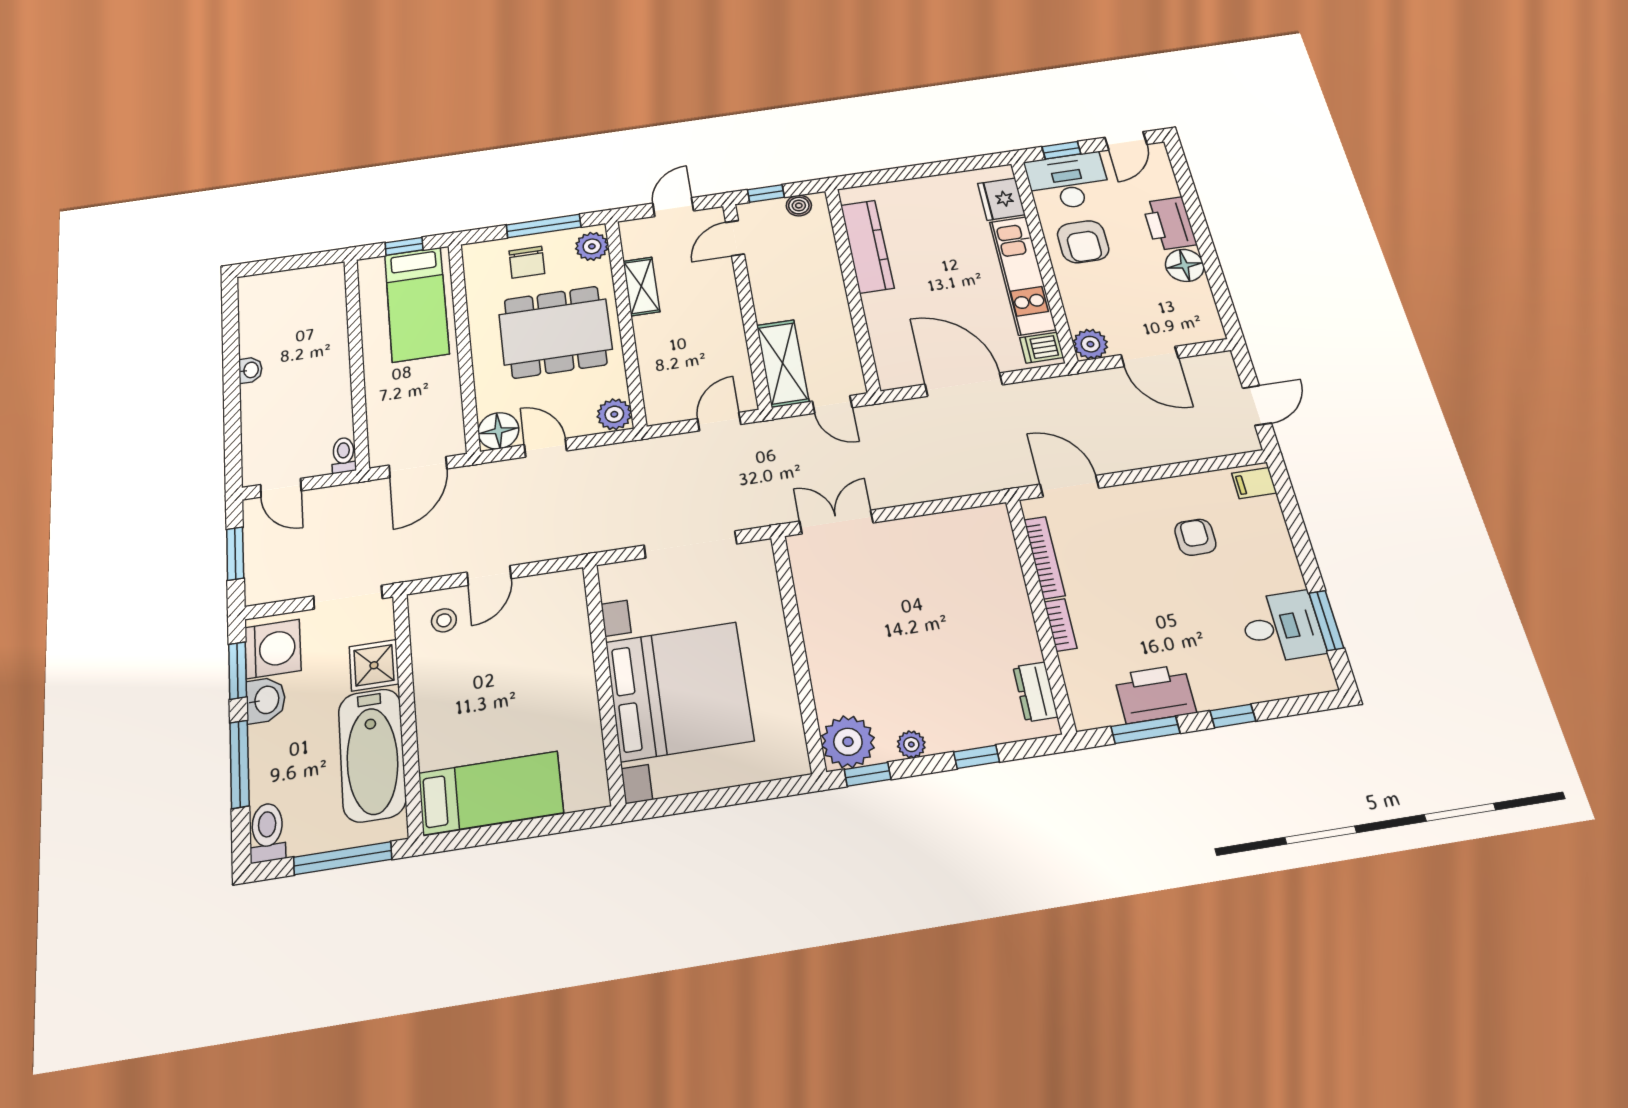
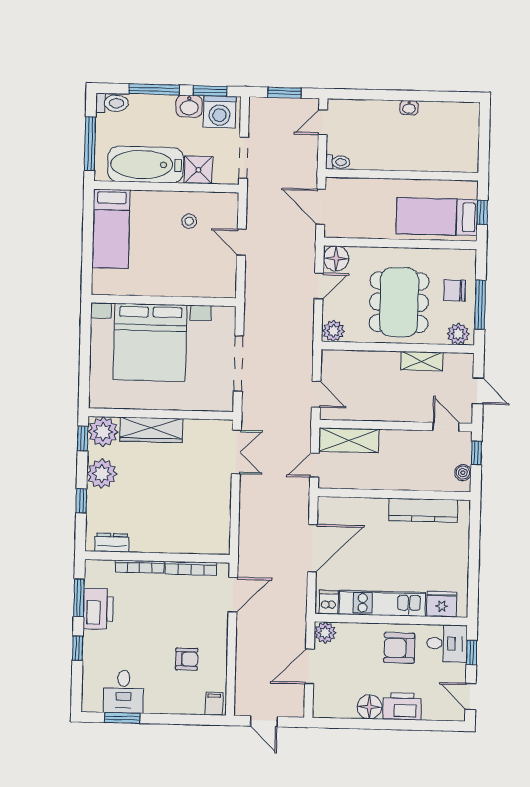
desk: (1068, 181) -> (447, 644), width x0.73
stool: (444, 620) -> (189, 221), moved
bookcase: (1060, 625) -> (140, 567), width x1.56
wardrobe: (828, 662) -> (151, 430), added
plant: (911, 744) -> (102, 474), width x1.88, depth x1.88

